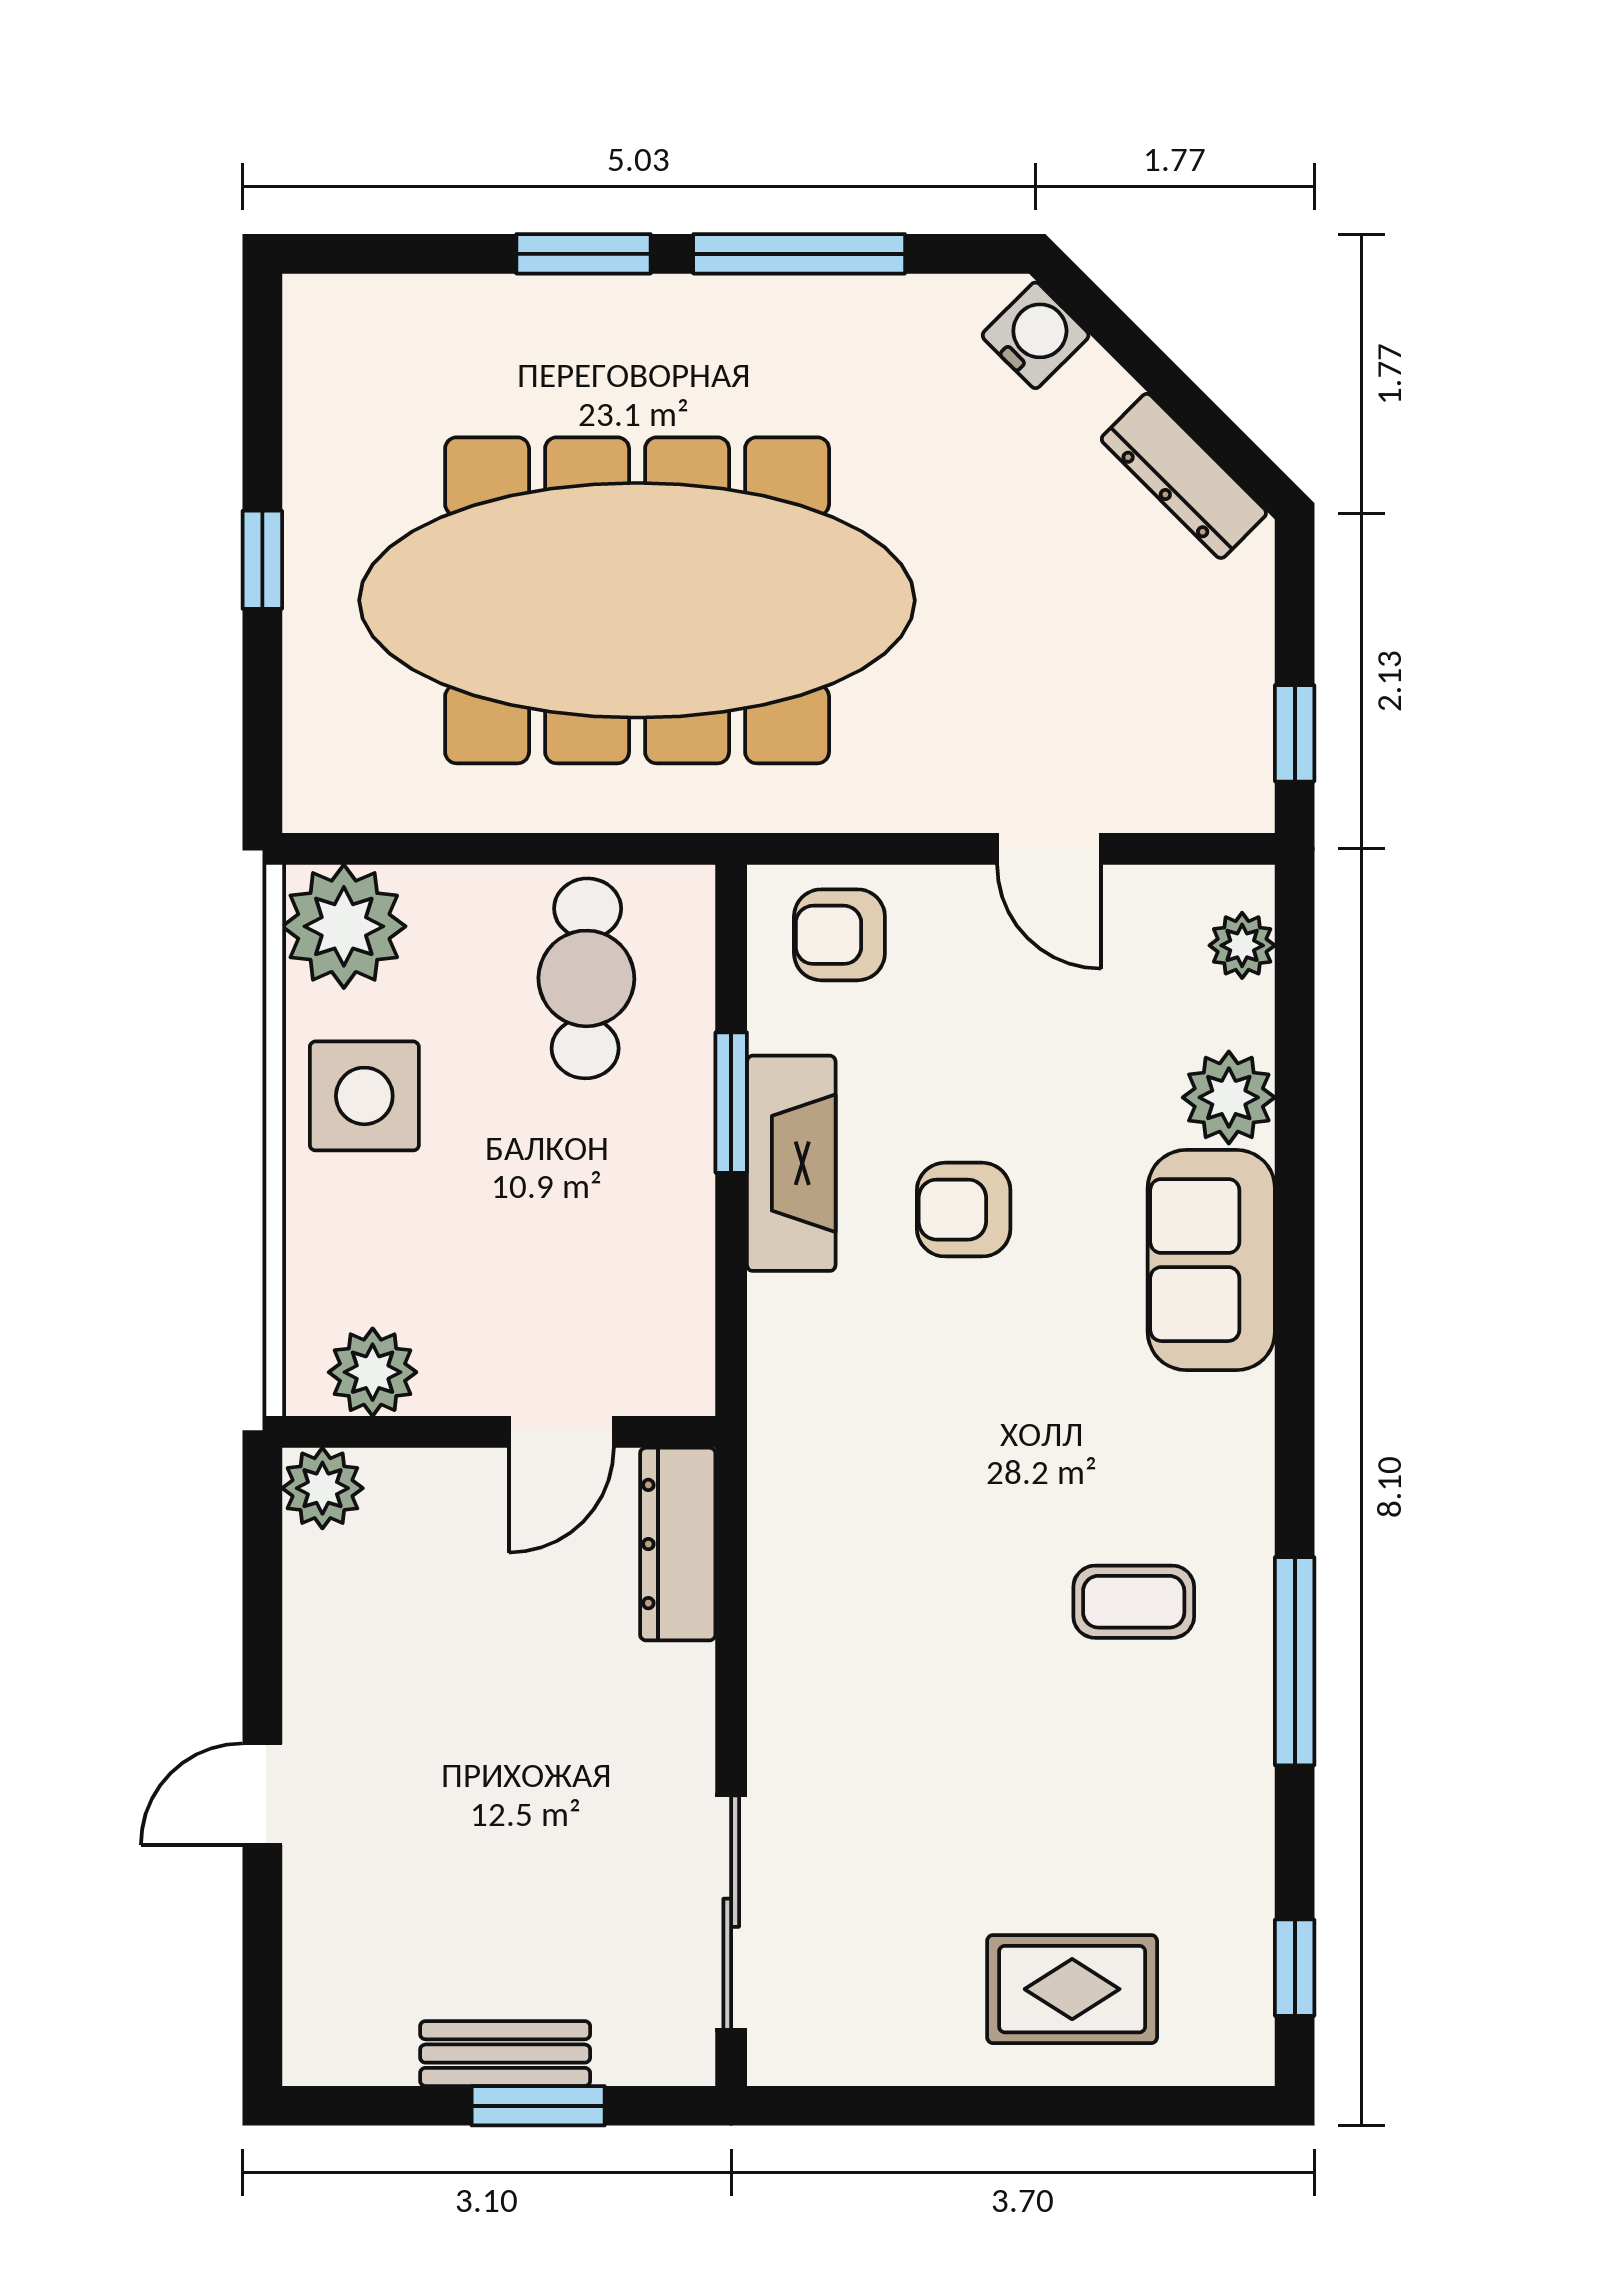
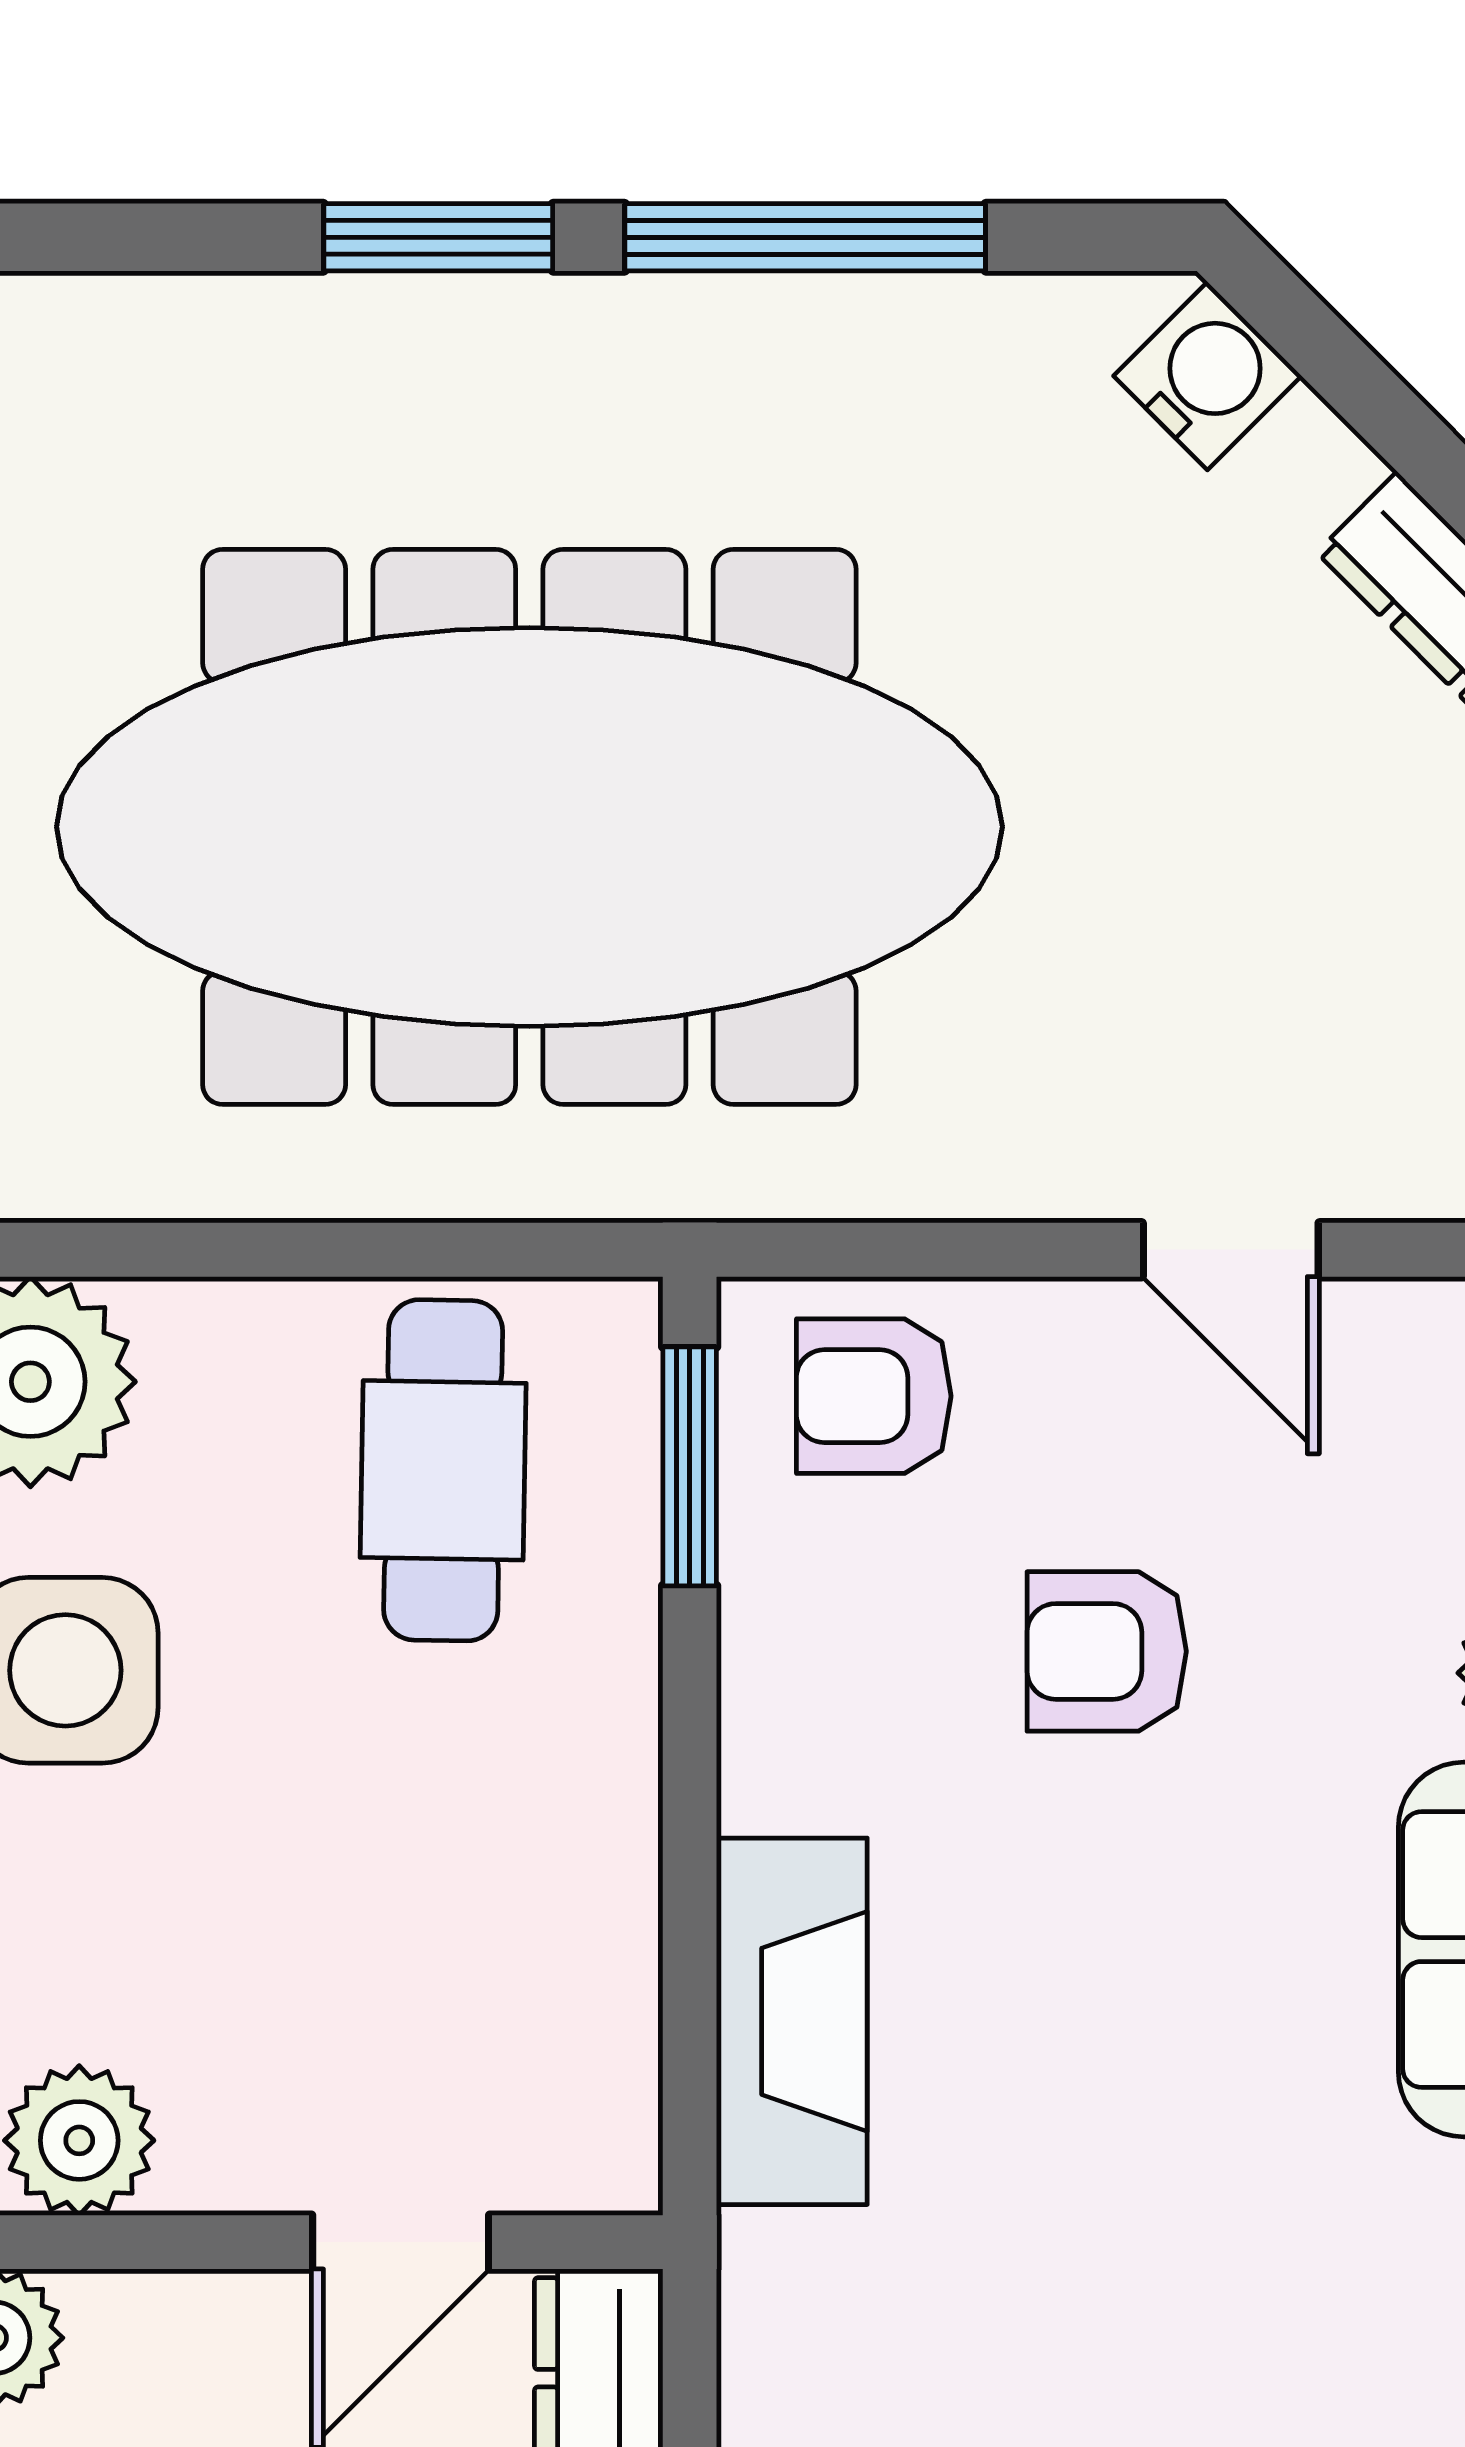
window: (731, 1103) -> (690, 1466), moved
fireplace: (791, 1163) -> (792, 2021), moved
armchair: (964, 1210) -> (1107, 1651), moved

